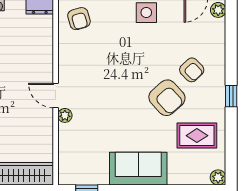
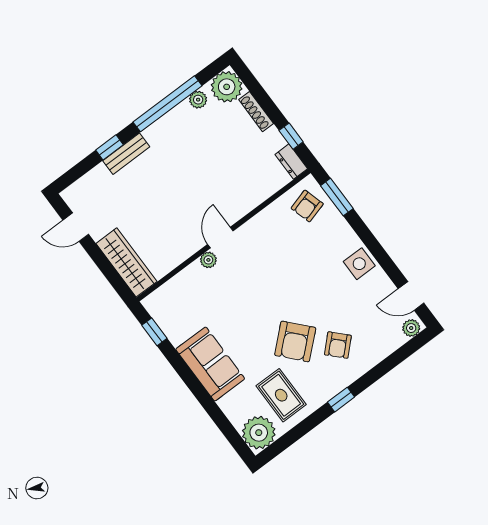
plant: (218, 177) -> (259, 433), width x1.87, depth x1.87

